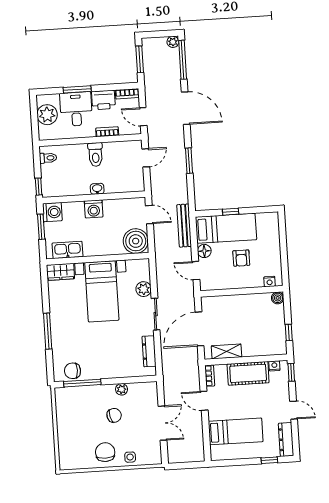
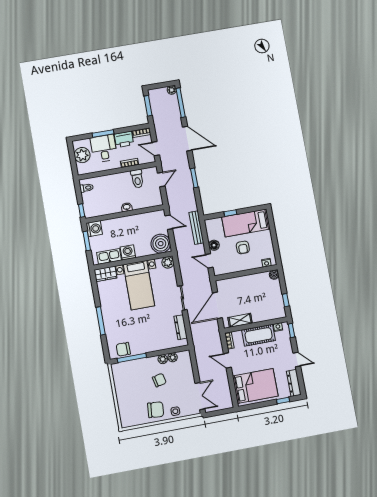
toilet: (95, 155) -> (137, 179), moved
washing machine: (94, 209) -> (128, 252), moved, turned 180
bed: (226, 228) -> (246, 223), moved, turned 180
plant: (144, 289) -> (168, 262), moved
plant: (134, 388) -> (173, 357), added
double door: (162, 423) -> (200, 396), moved
bed: (236, 431) -> (255, 386), width x1.50
chair: (105, 452) -> (156, 410), turned 95

